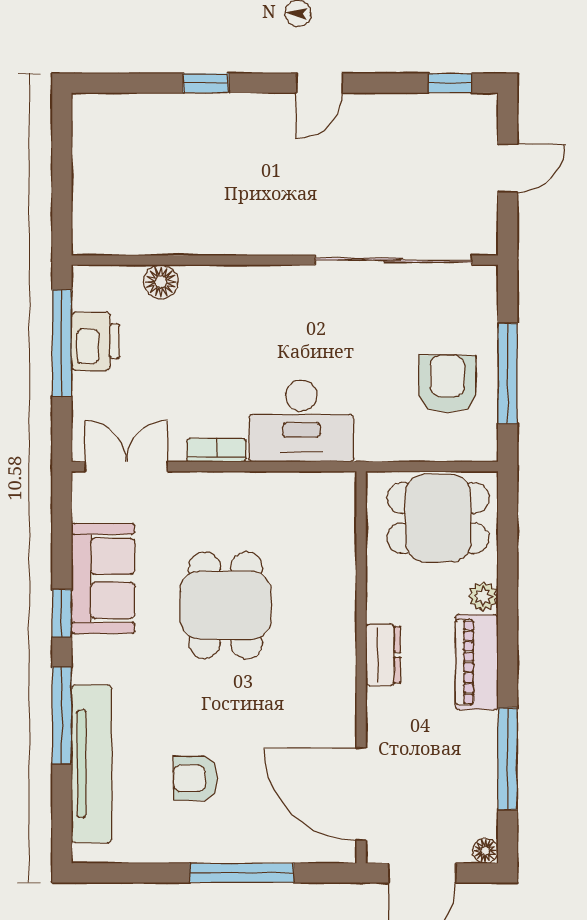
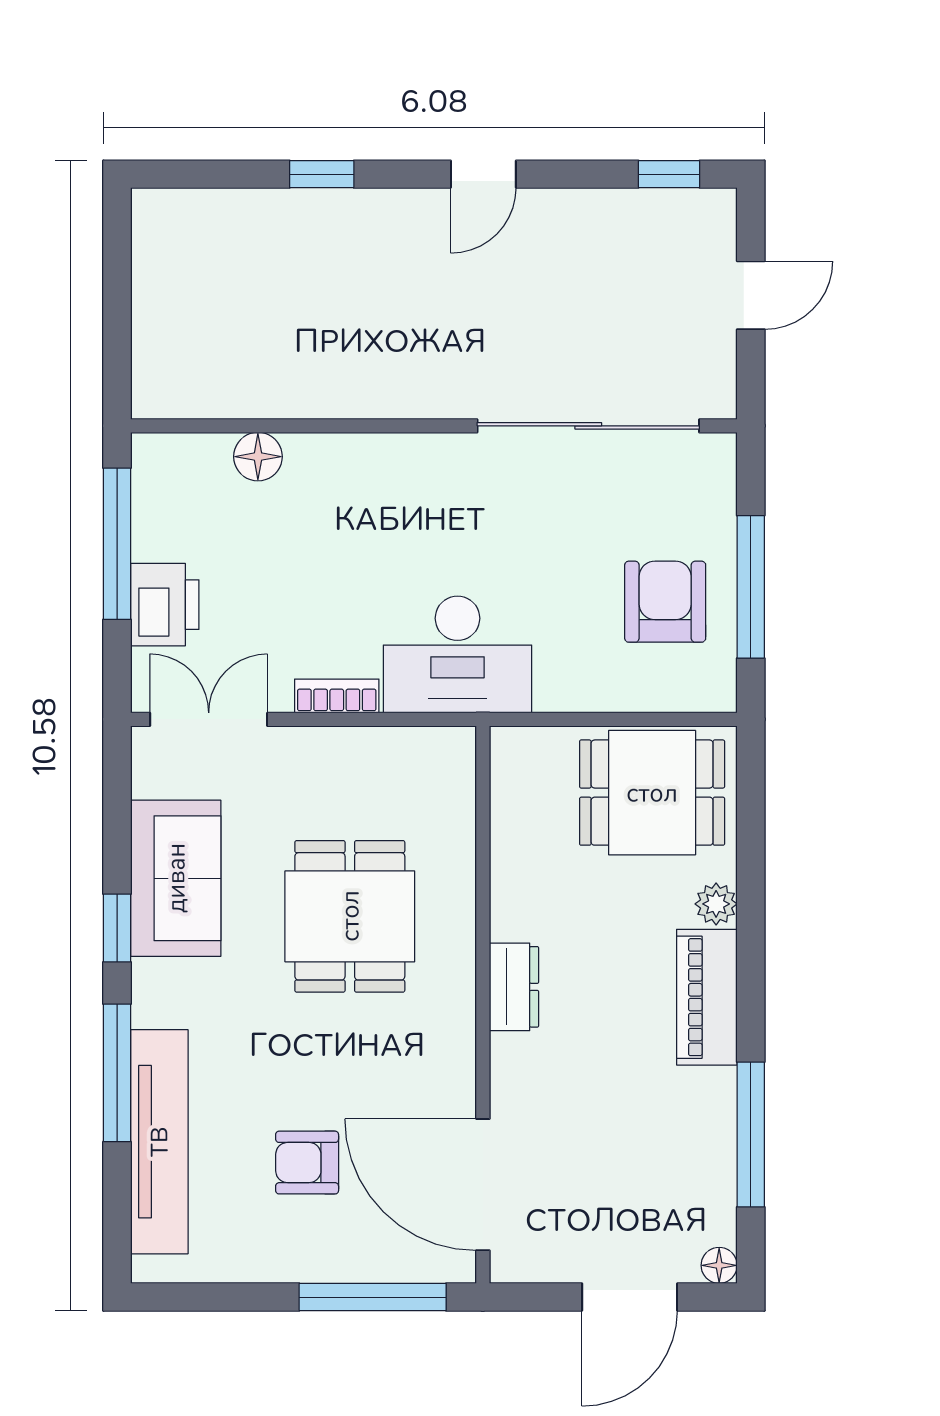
printer: (95, 341) -> (165, 605), moved
dresser: (383, 655) -> (514, 987), moved
wall: (361, 667) -> (483, 1005), moved
door: (361, 794) -> (483, 1185), moved

